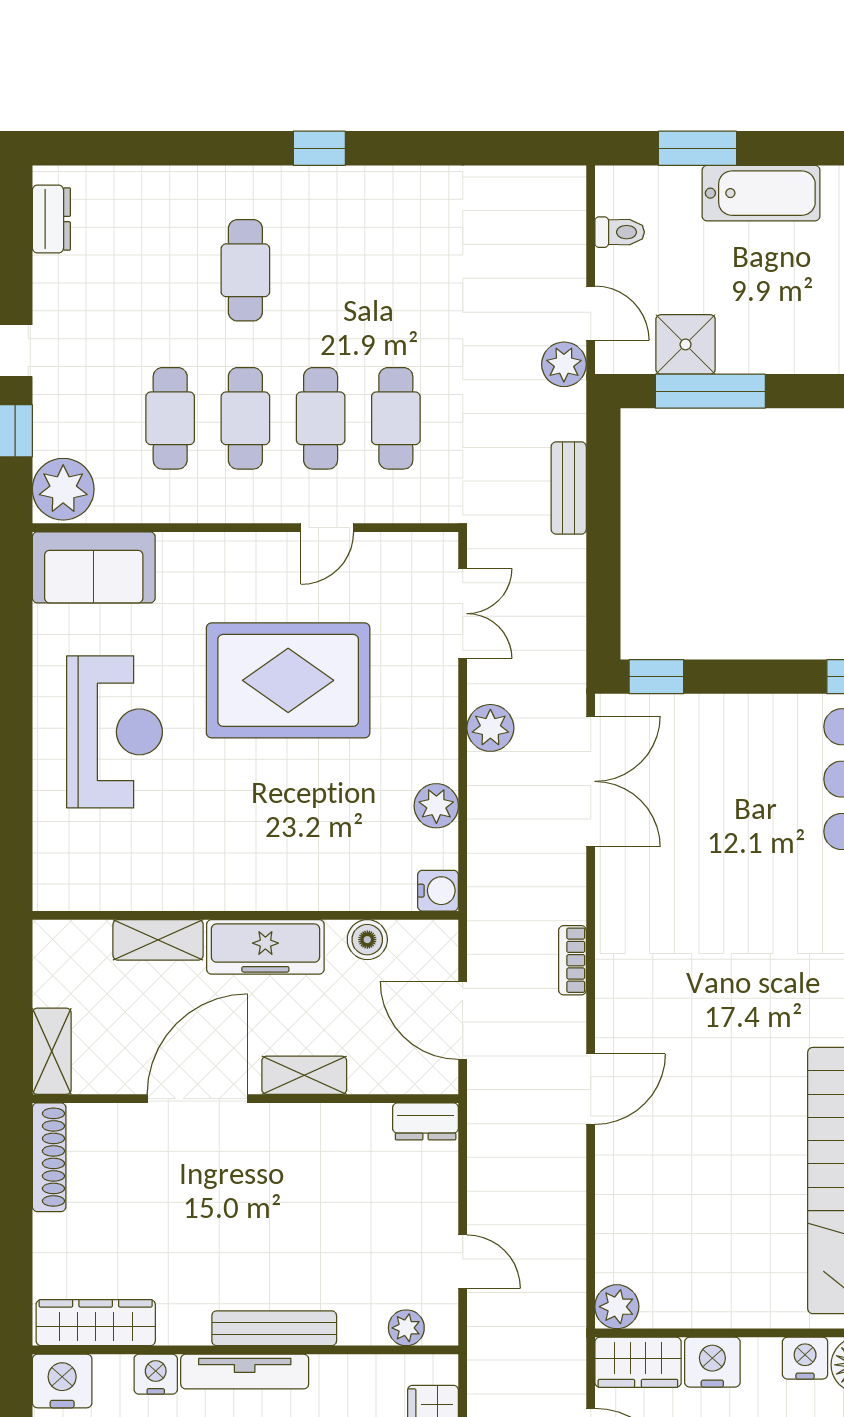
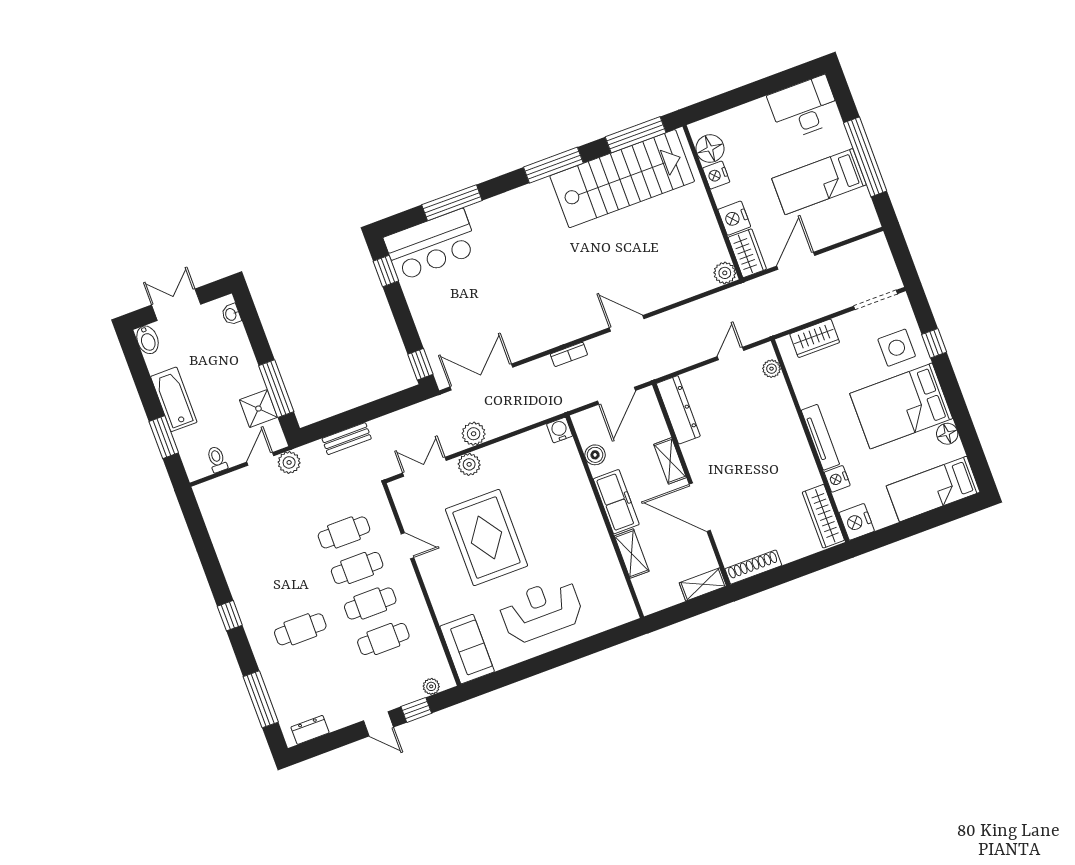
window: (142, 148) -> (261, 699), added
plant: (63, 489) -> (431, 686), width x0.53, depth x0.53
plant: (436, 806) -> (469, 464), moved
dresser: (426, 1121) -> (678, 410), width x1.96, depth x1.24
bench: (274, 1328) -> (795, 431), removed

